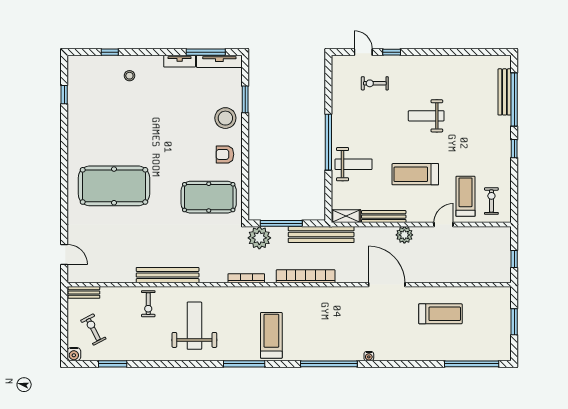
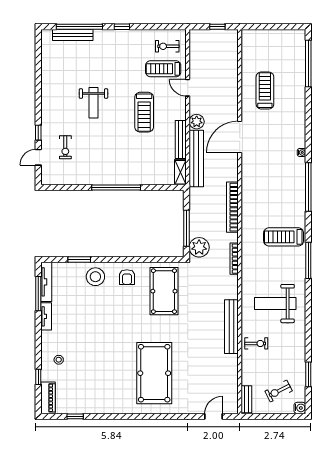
piano: (85, 63) -> (48, 398), added
weight bench: (354, 164) -> (135, 166), removed
bench: (321, 235) -> (196, 158), moved
window: (514, 322) -> (272, 27), removed

